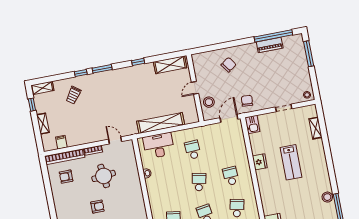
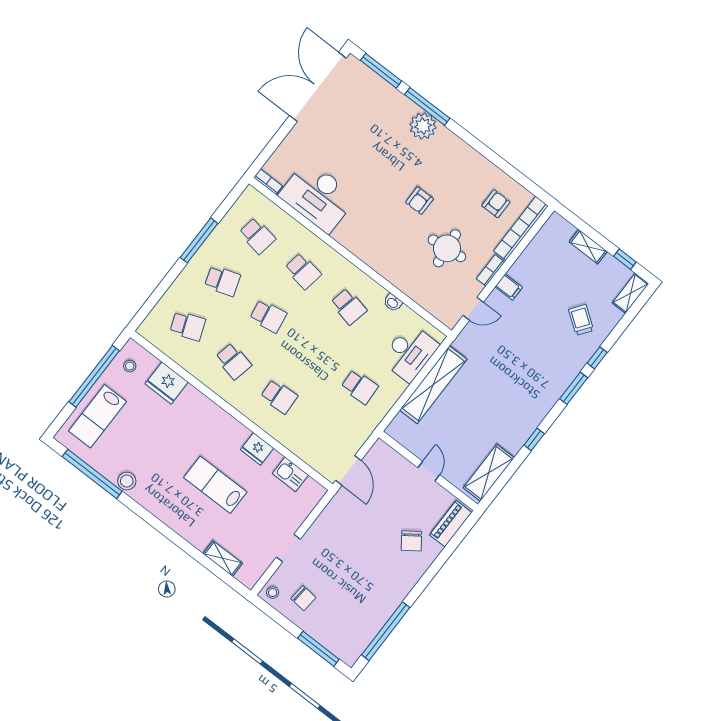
piano: (270, 45) -> (451, 524), moved
chair: (247, 101) -> (303, 598), moved
stool: (209, 102) -> (394, 469), removed
kitchen sink: (252, 125) -> (290, 474), moved
filing cabinet: (61, 142) -> (509, 287), moved
school desk: (199, 182) -> (349, 306), moved

